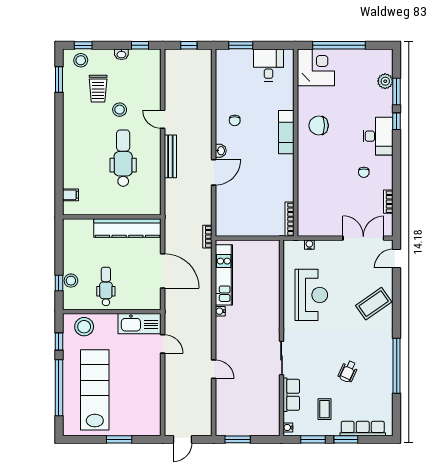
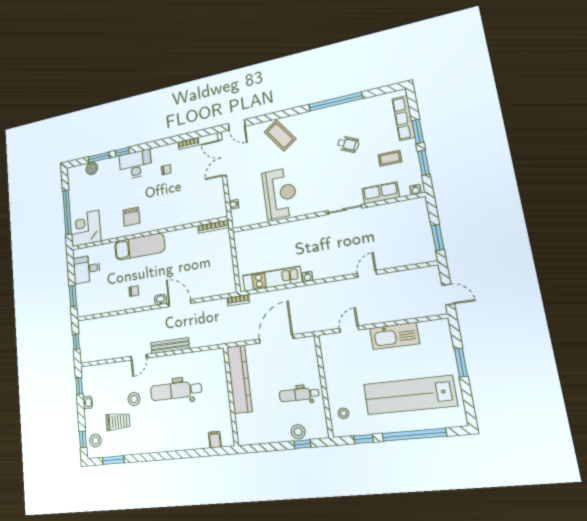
exam couch: (286, 132) -> (140, 247), width x1.36, depth x1.45
reception desk: (311, 295) -> (280, 193), turned 90
kitchen sink: (140, 324) -> (394, 336), moved, turned 90
stool: (84, 327) -> (344, 413), width x0.53, depth x0.53

